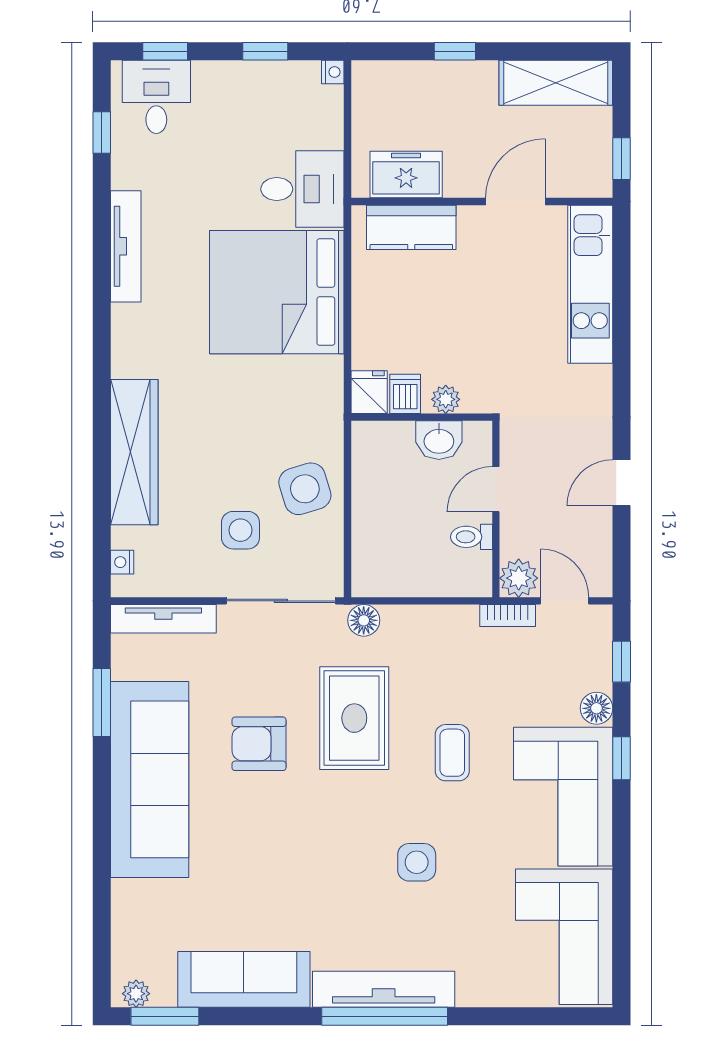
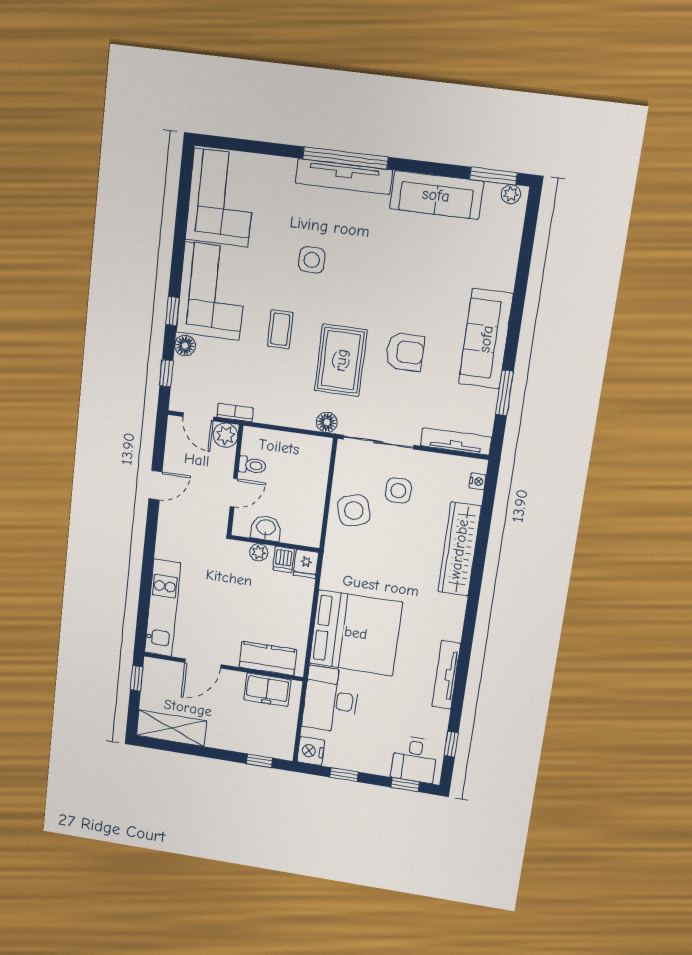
window: (455, 51) -> (259, 761), moved
nightstand: (333, 72) -> (311, 751), width x1.89, depth x1.79
desk: (302, 189) -> (331, 700), width x1.37
sofa: (150, 779) -> (486, 339), width x0.74, depth x0.79

